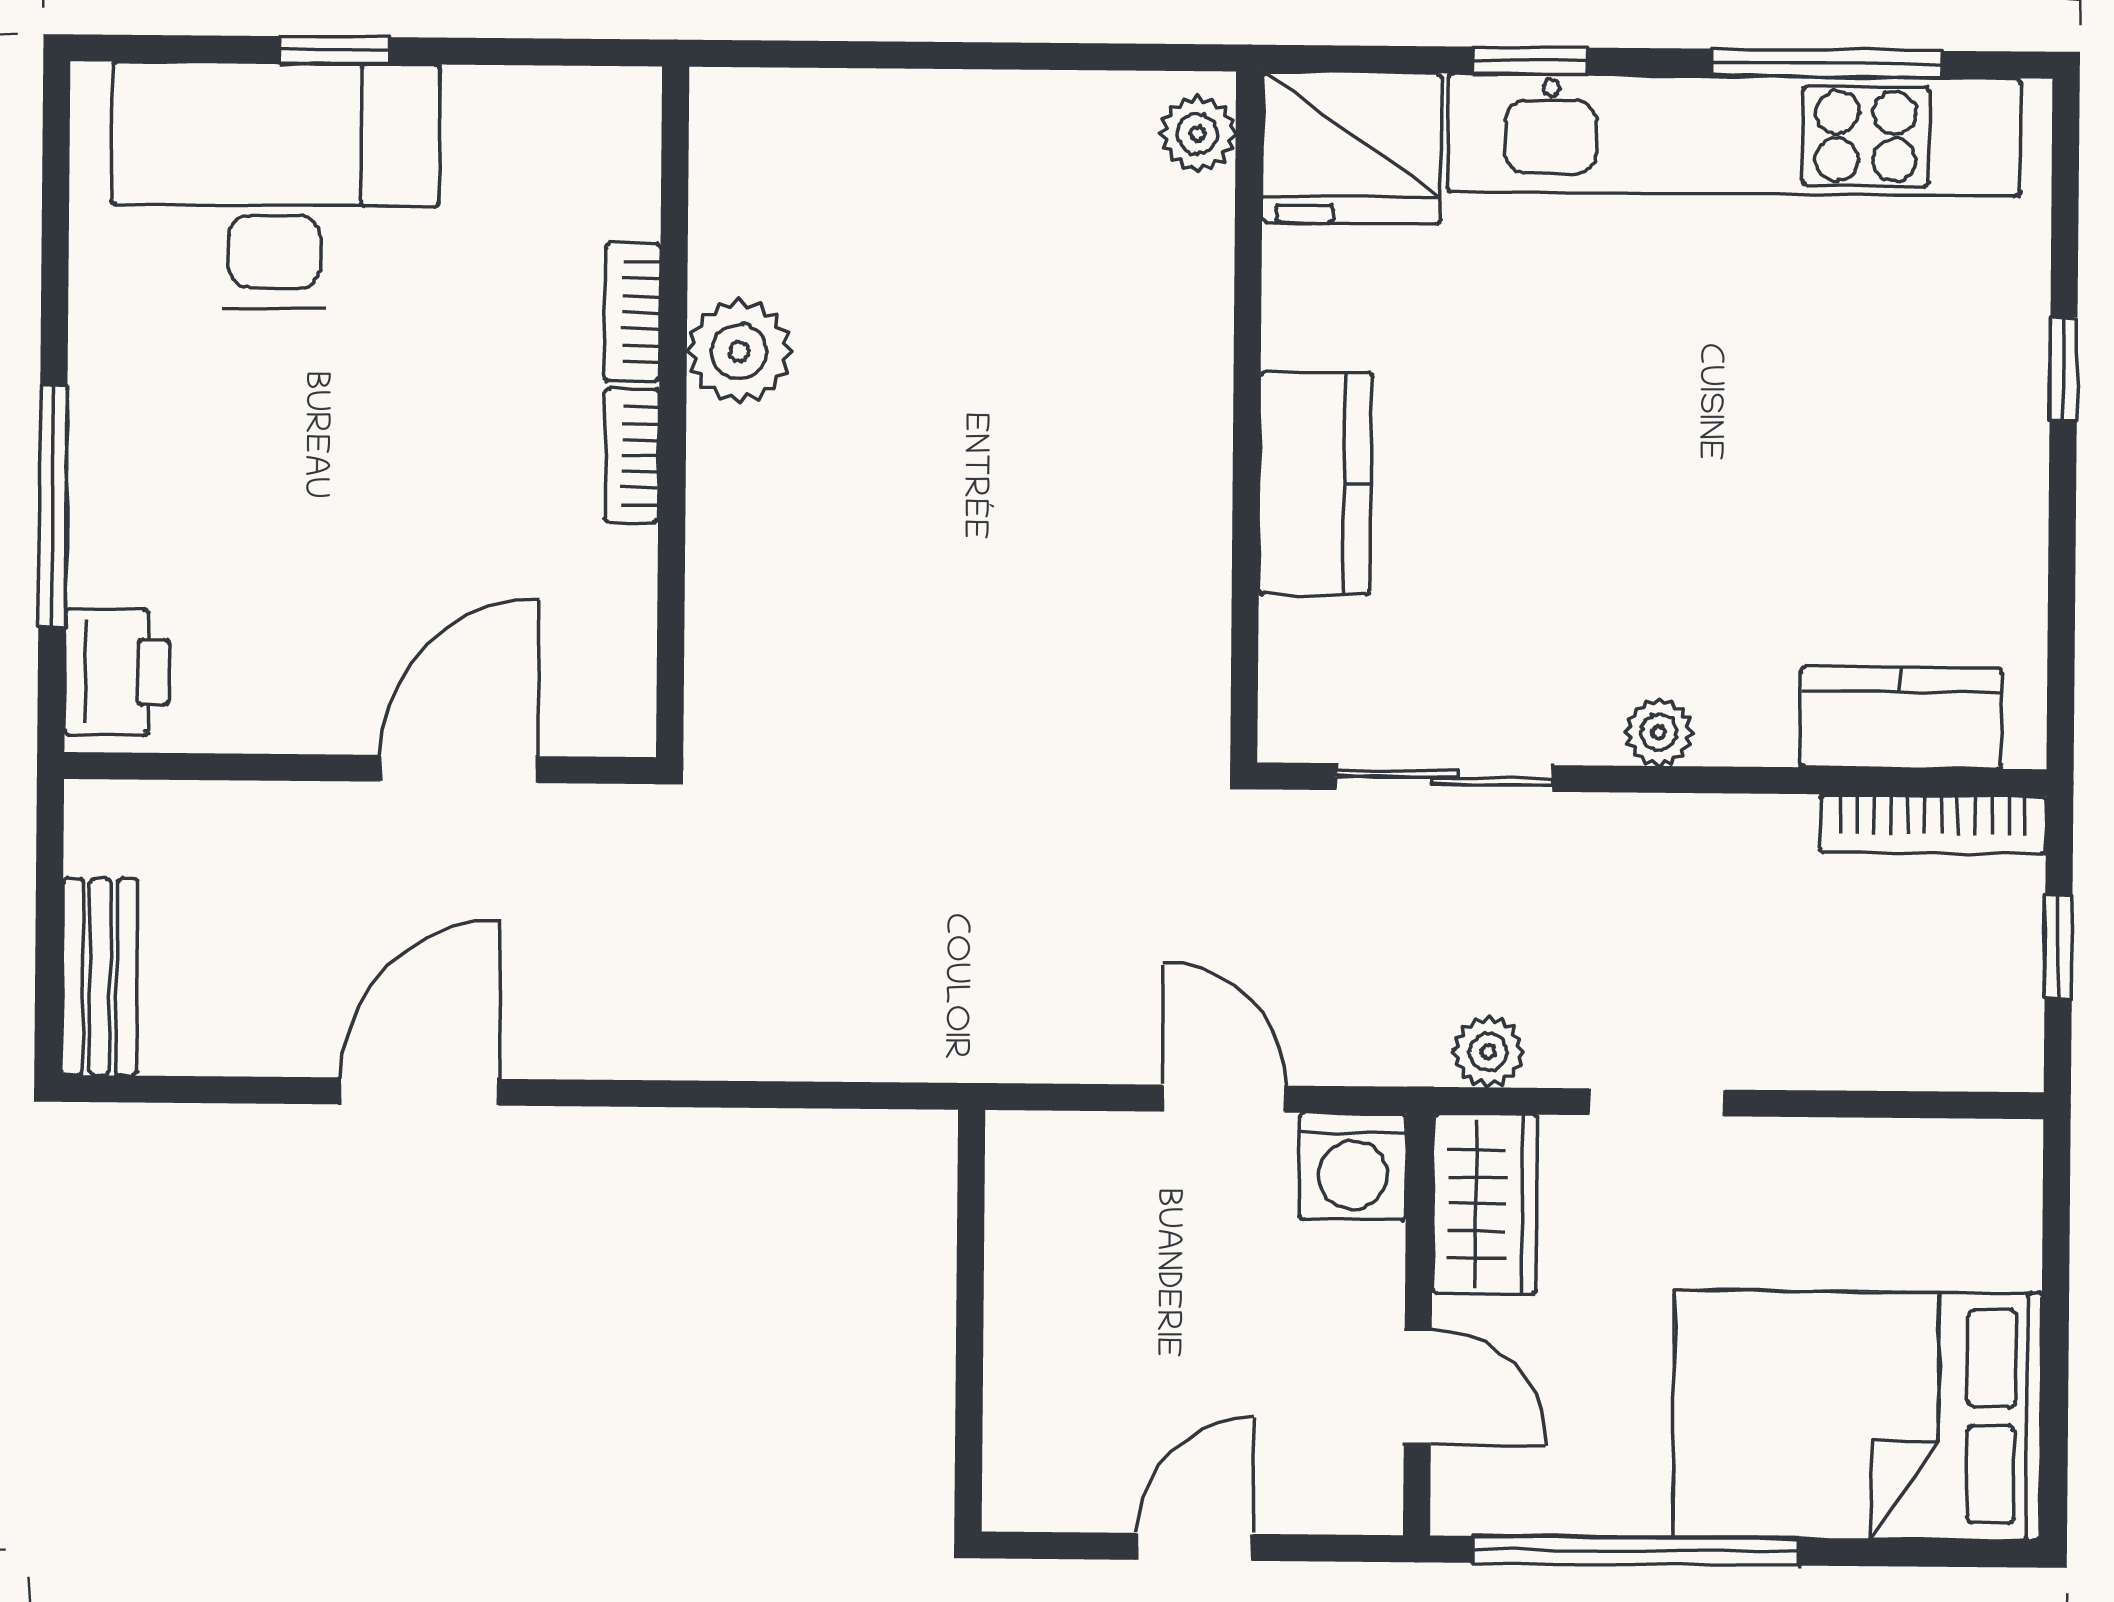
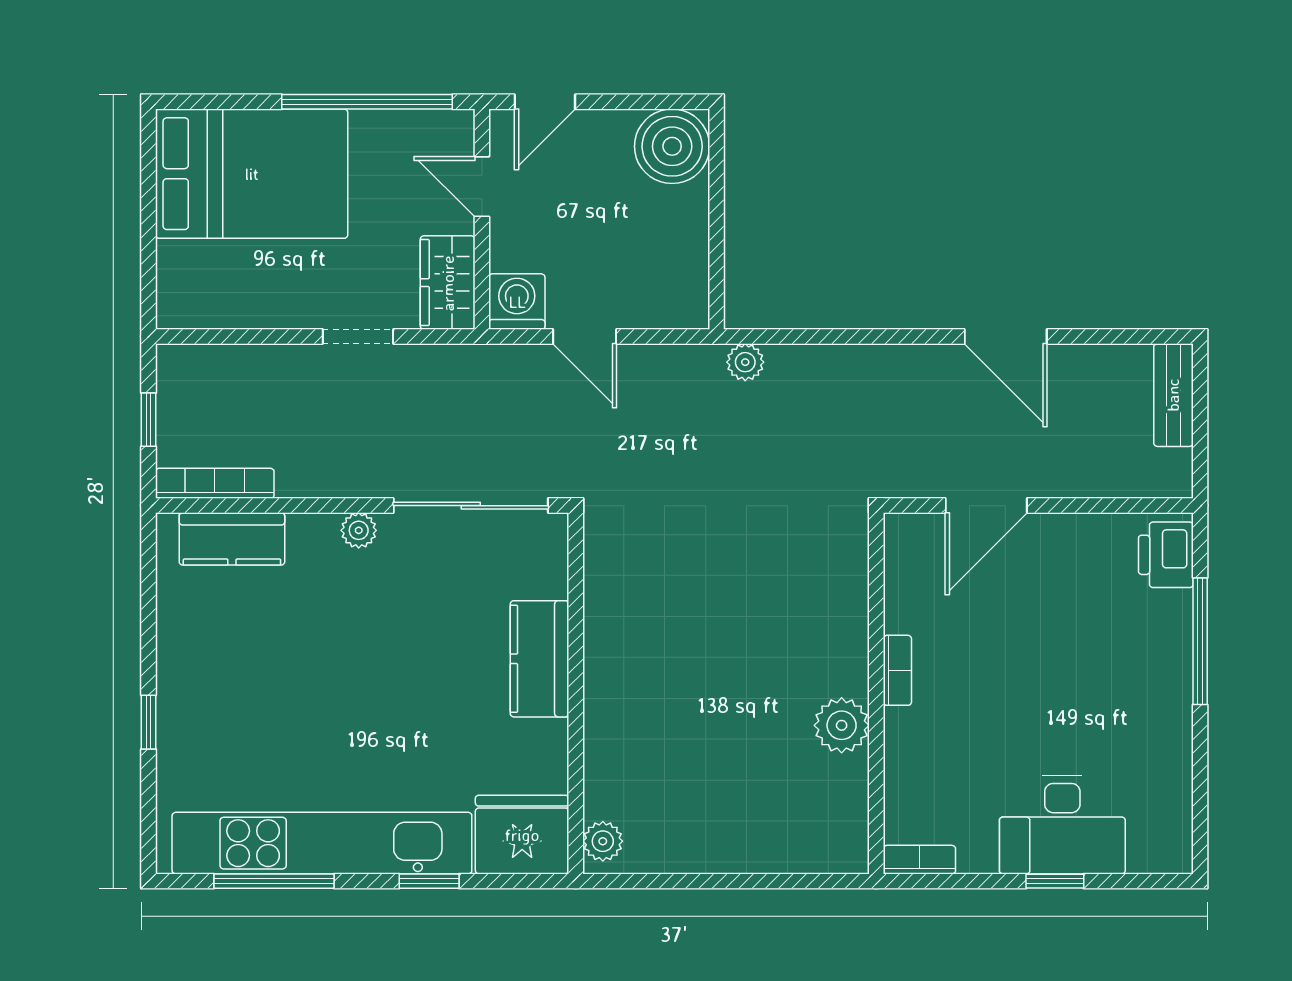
desk: (275, 186) -> (1062, 825), width x0.73, depth x0.77
bookcase: (632, 312) -> (919, 860), moved, turned -90
sliding door: (1444, 778) -> (471, 506), width x1.37
plant: (1488, 1052) -> (745, 362), moved
door: (419, 1092) -> (1006, 337), hinge flipped
boiler: (1054, 1461) -> (672, 146), added
door: (1194, 1547) -> (545, 102), moved

